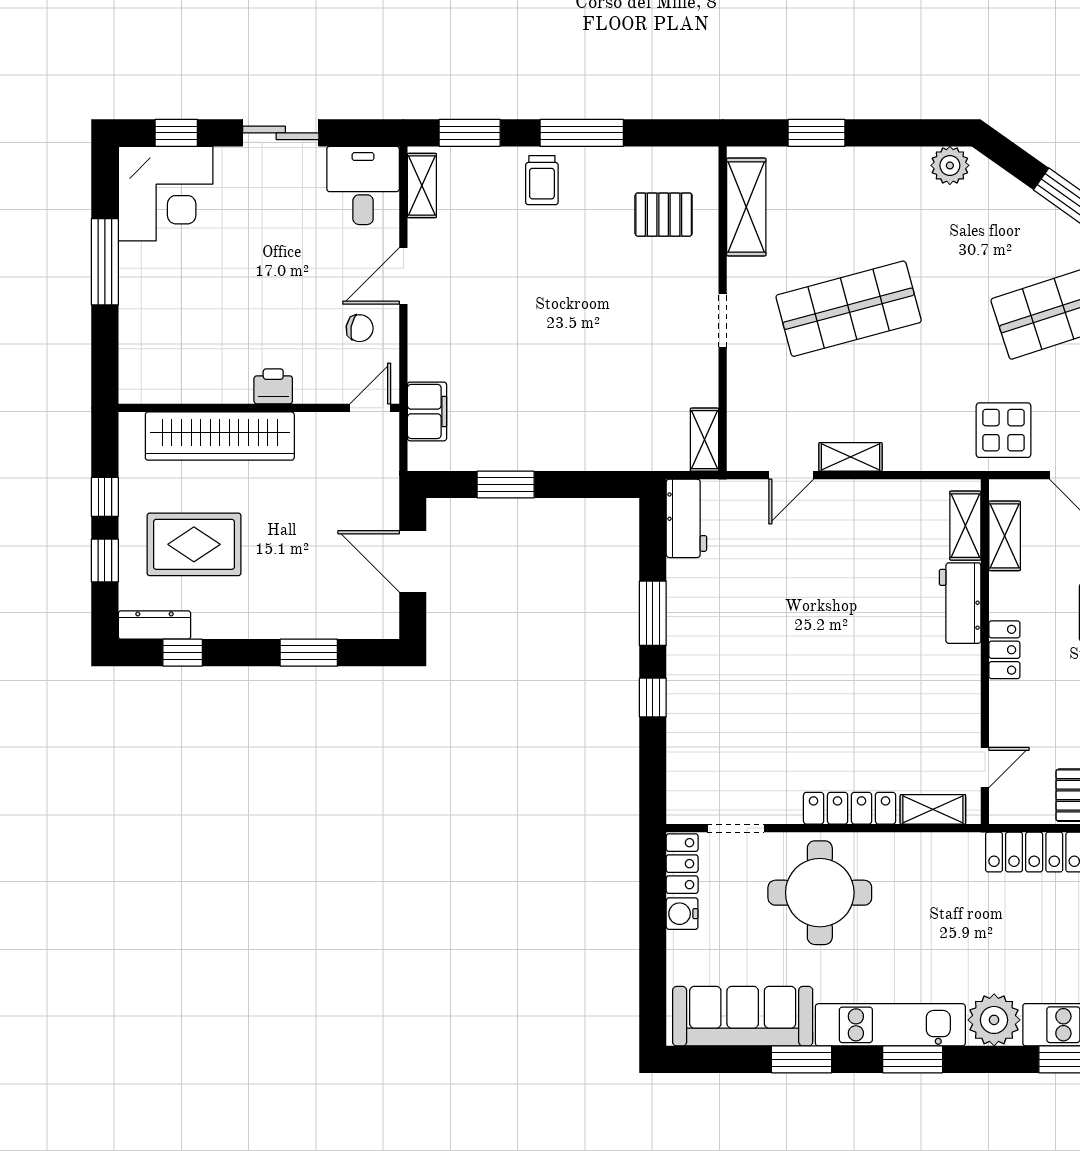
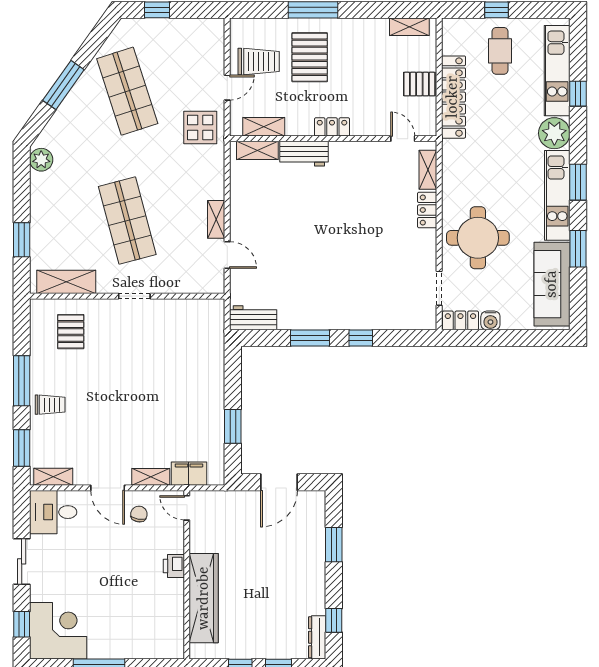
shelving: (704, 440) -> (151, 477), moved
rug: (194, 544) -> (269, 614), removed
locker: (850, 808) -> (427, 210), width x0.66

